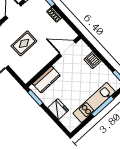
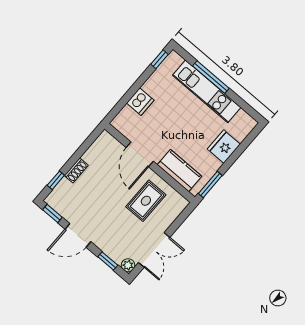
rug: (24, 43) -> (146, 201), moved, turned 90
door: (68, 48) -> (140, 154), moved

